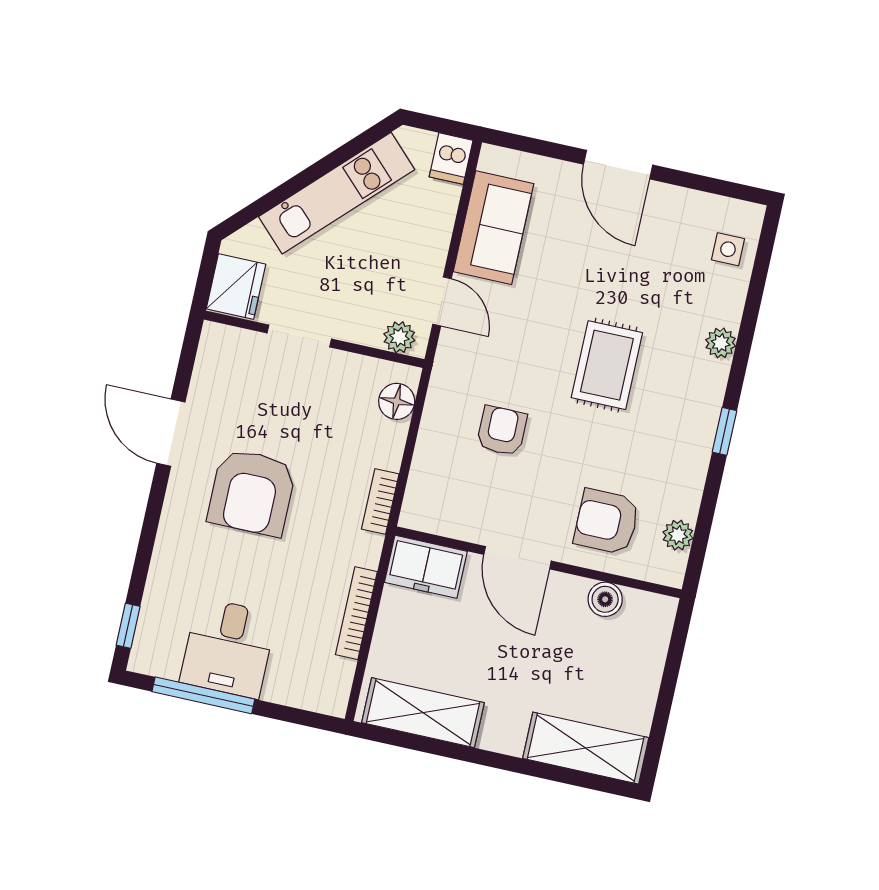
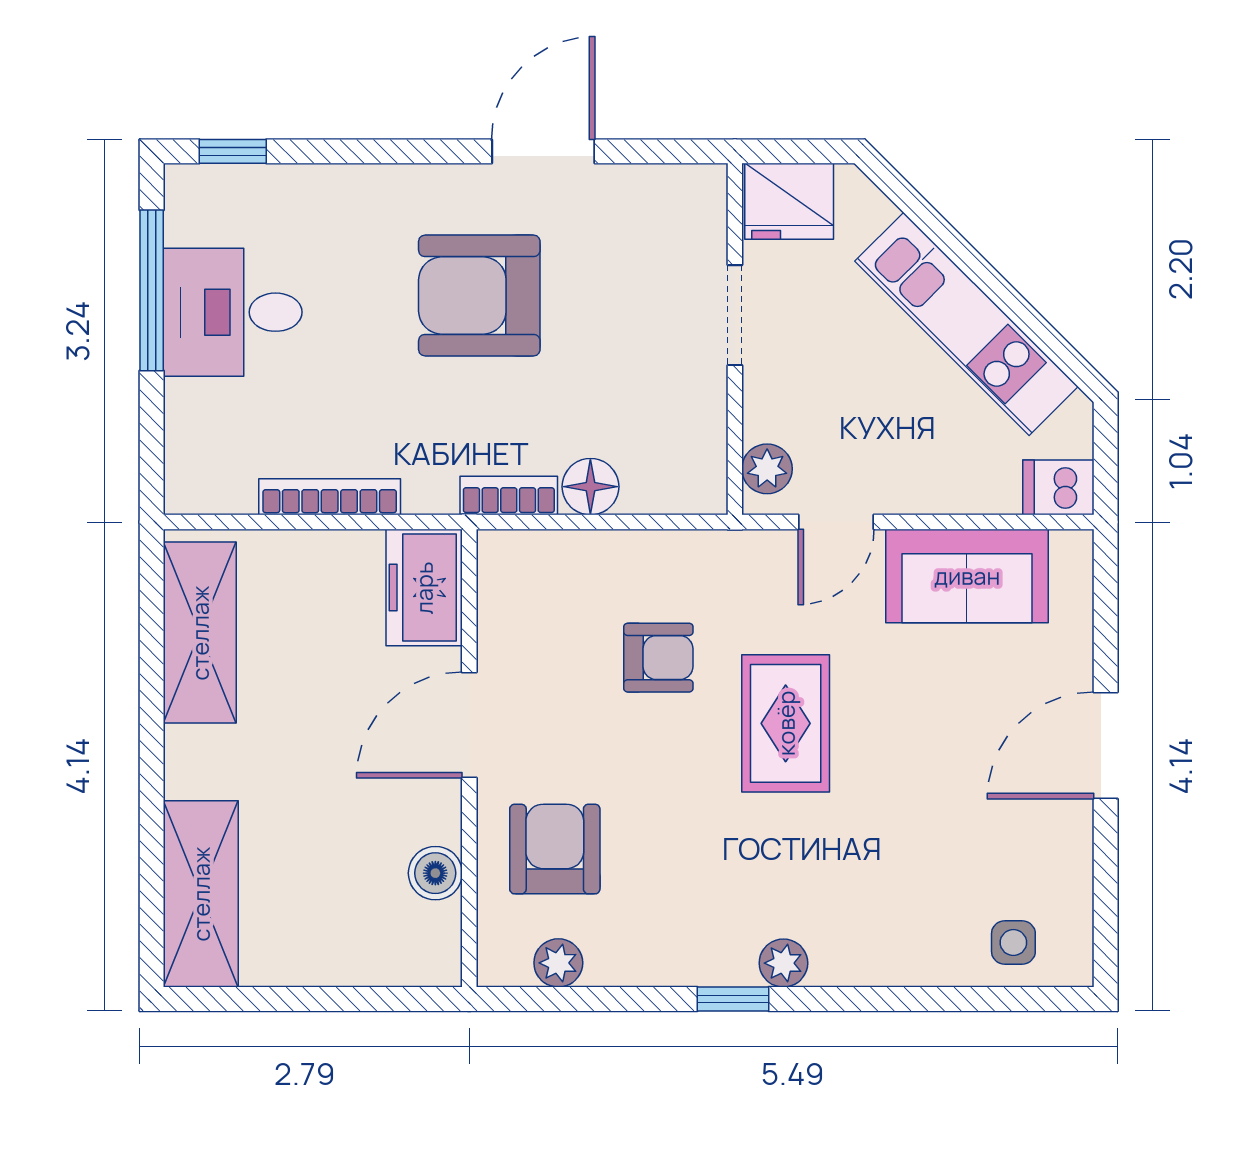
plant: (721, 343) -> (783, 963), moved
rug: (607, 365) -> (786, 723), moved, turned 90
floor lamp: (397, 401) -> (590, 487), moved

